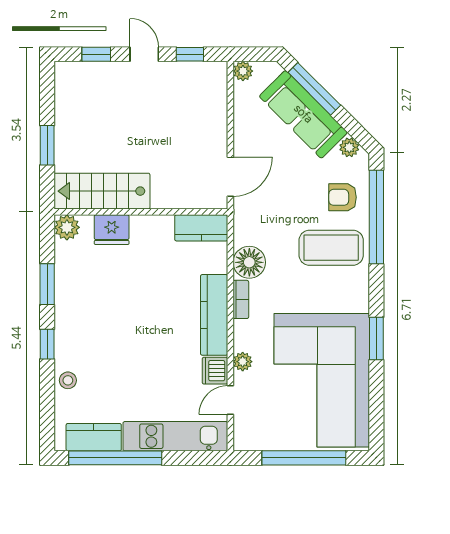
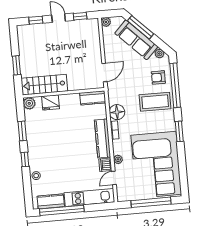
window: (376, 338) -> (179, 131), moved

